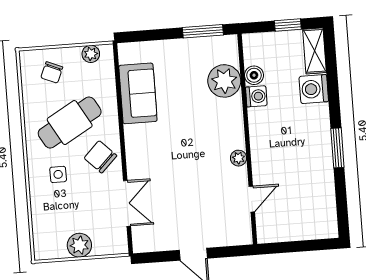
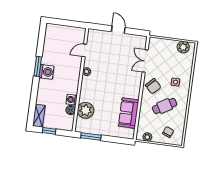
washing machine: (314, 89) -> (46, 72), moved
cafe table: (70, 123) -> (165, 106), width x0.73, depth x0.74
plant: (79, 245) -> (183, 47), moved

